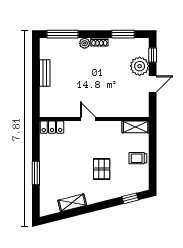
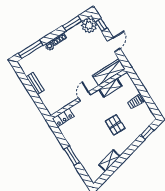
plant: (140, 66) -> (89, 25), moved
wardrobe: (129, 110) -> (109, 72), added
door: (88, 119) -> (84, 96), hinge flipped
shelving: (136, 127) -> (110, 88), moved

